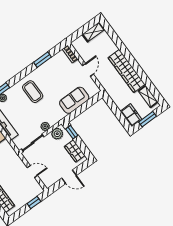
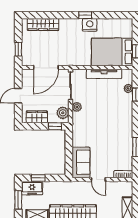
coffee table: (33, 92) -> (115, 118), removed
sofa: (74, 100) -> (81, 162), moved
window: (120, 116) -> (38, 178), added
door: (32, 172) -> (46, 67), width x1.88

